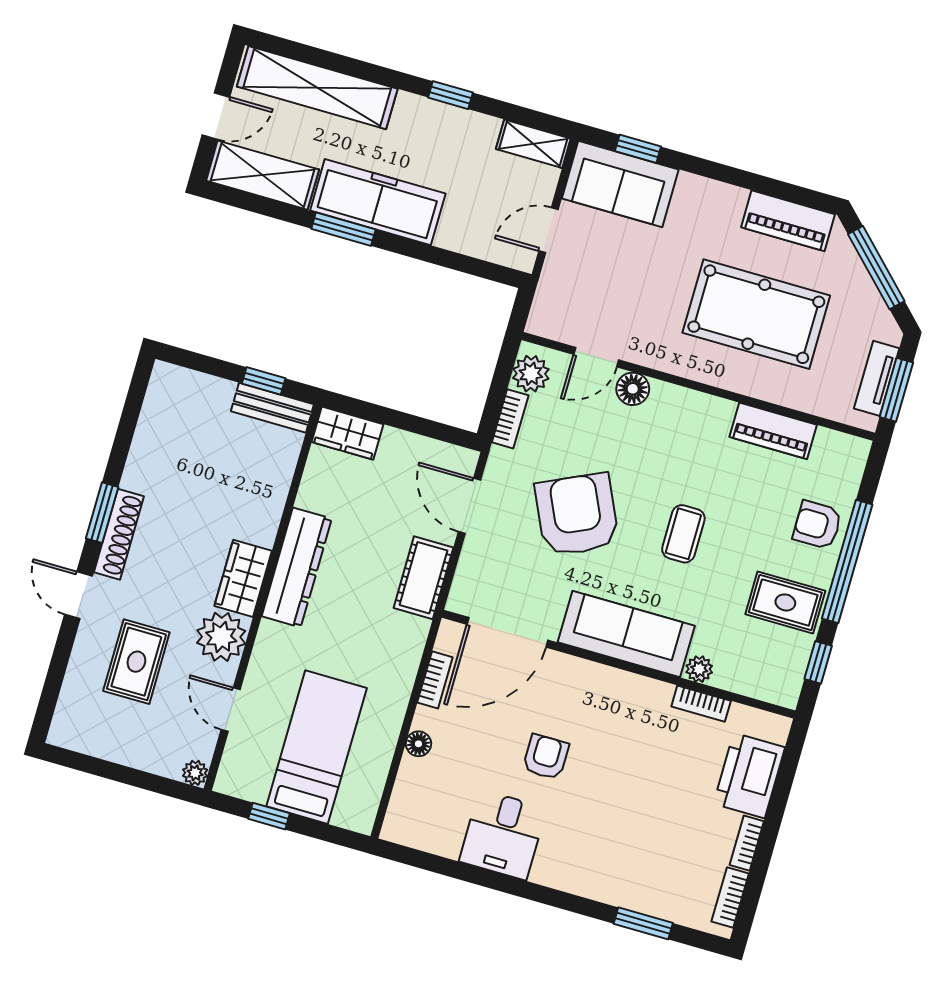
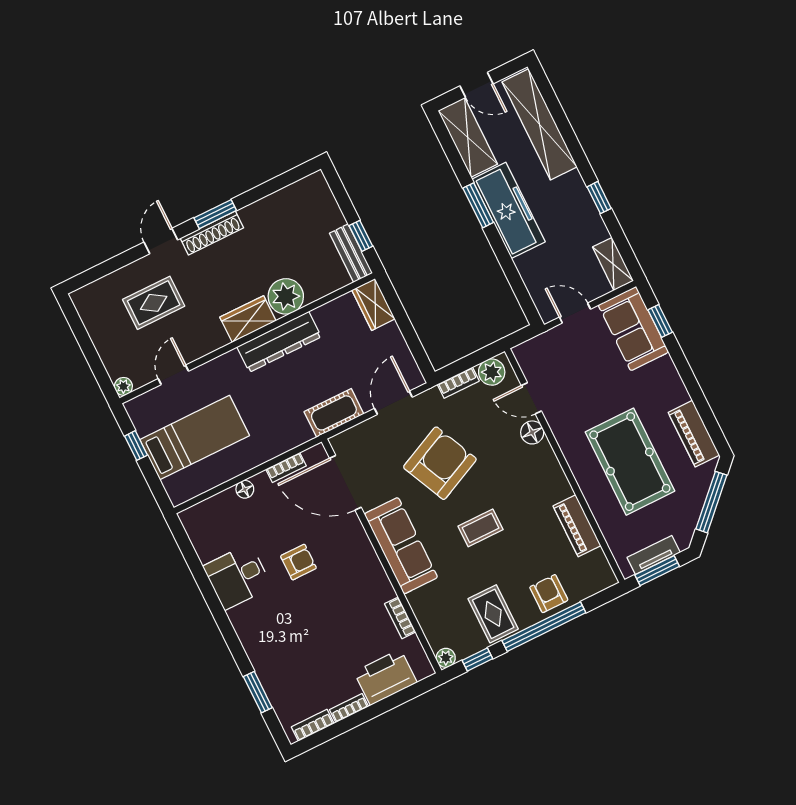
plant: (221, 637) -> (286, 296), moved
plant: (699, 669) -> (446, 658), moved

